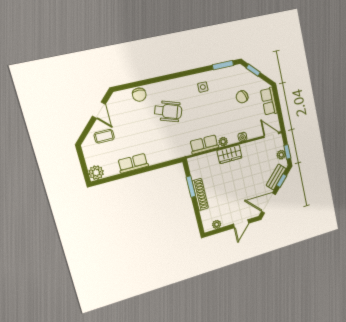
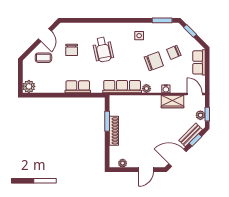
chair: (139, 95) -> (72, 50), moved
wheelchair: (168, 111) -> (103, 50), turned 59
chair: (224, 111) -> (154, 61), added
row of seats: (204, 144) -> (122, 87), width x1.48
wardrobe: (229, 154) -> (172, 102), moved
row of seats: (133, 163) -> (78, 87), moved

